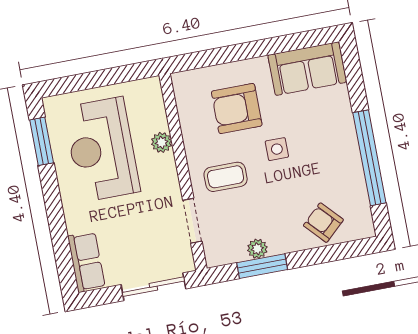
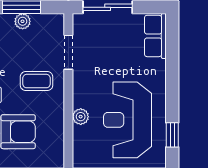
window: (42, 141) -> (172, 135), width x0.67
reception desk: (102, 149) -> (127, 120), turned 180

